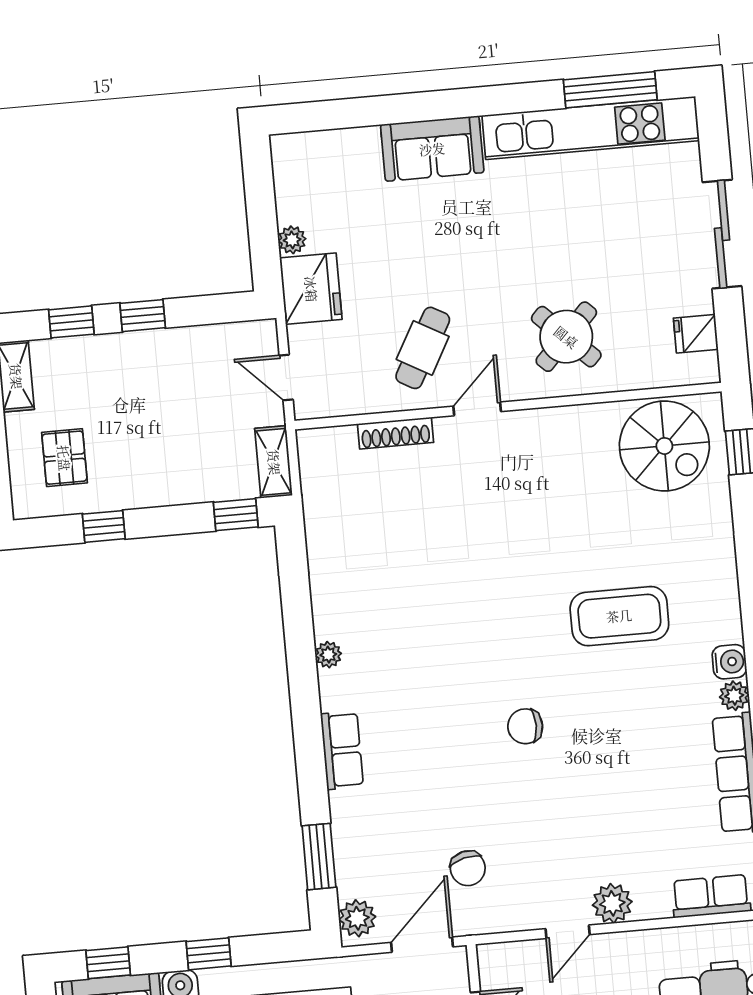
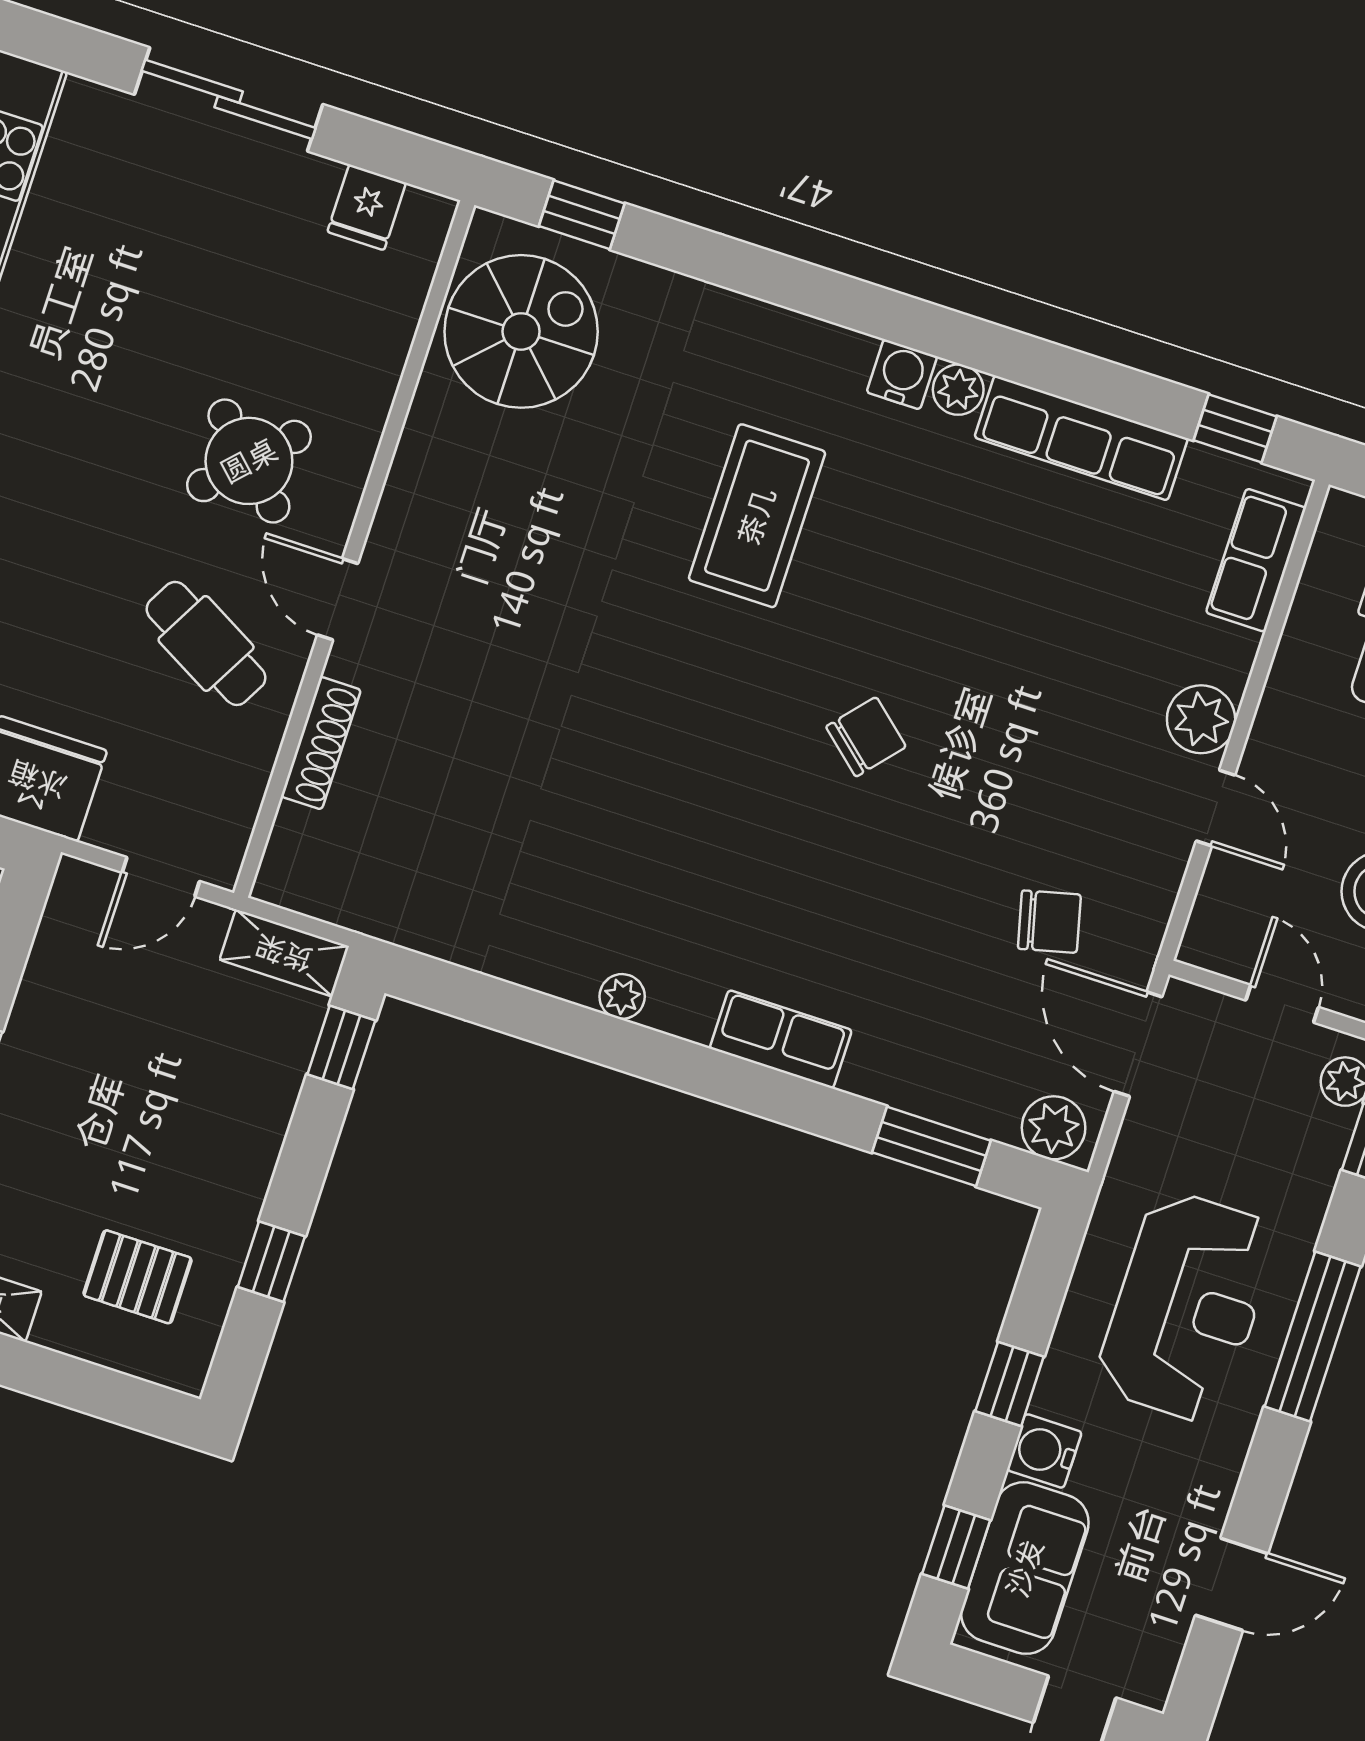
round table: (566, 337) -> (249, 461), moved
chair: (525, 726) -> (866, 737), turned -139

